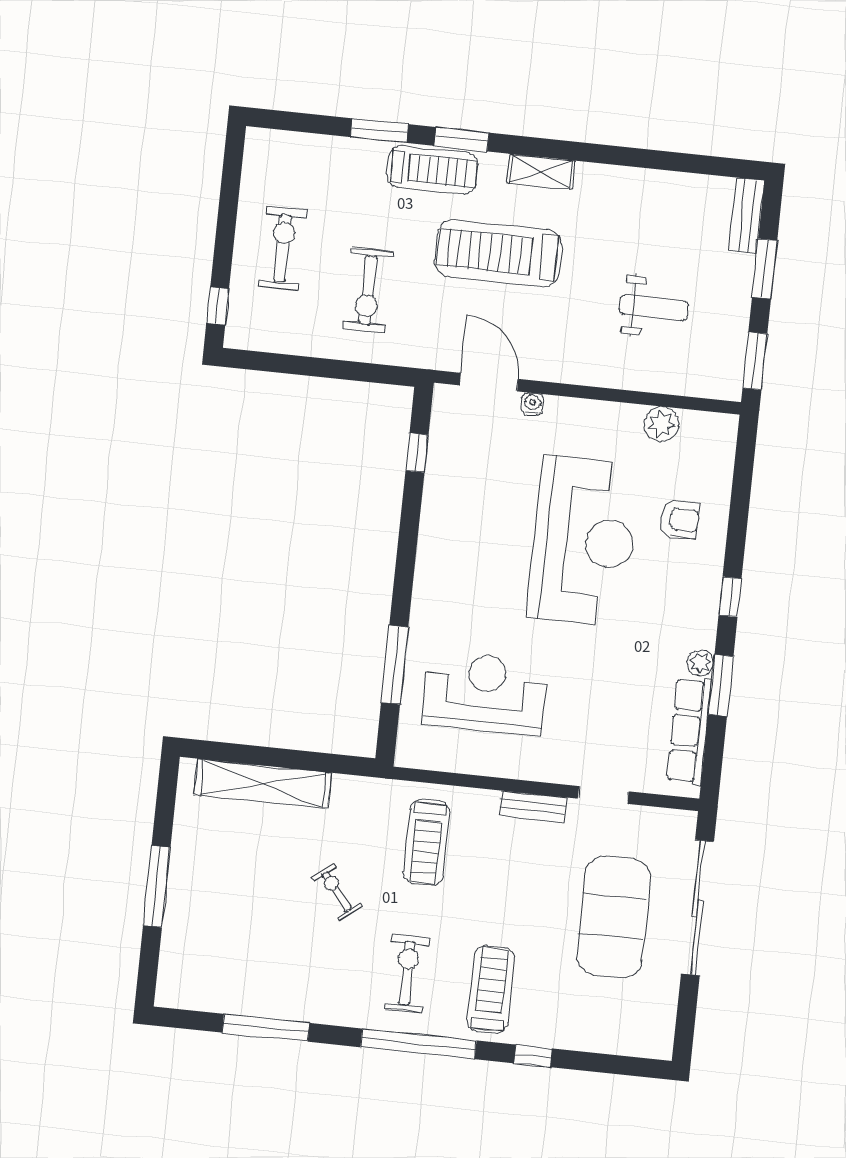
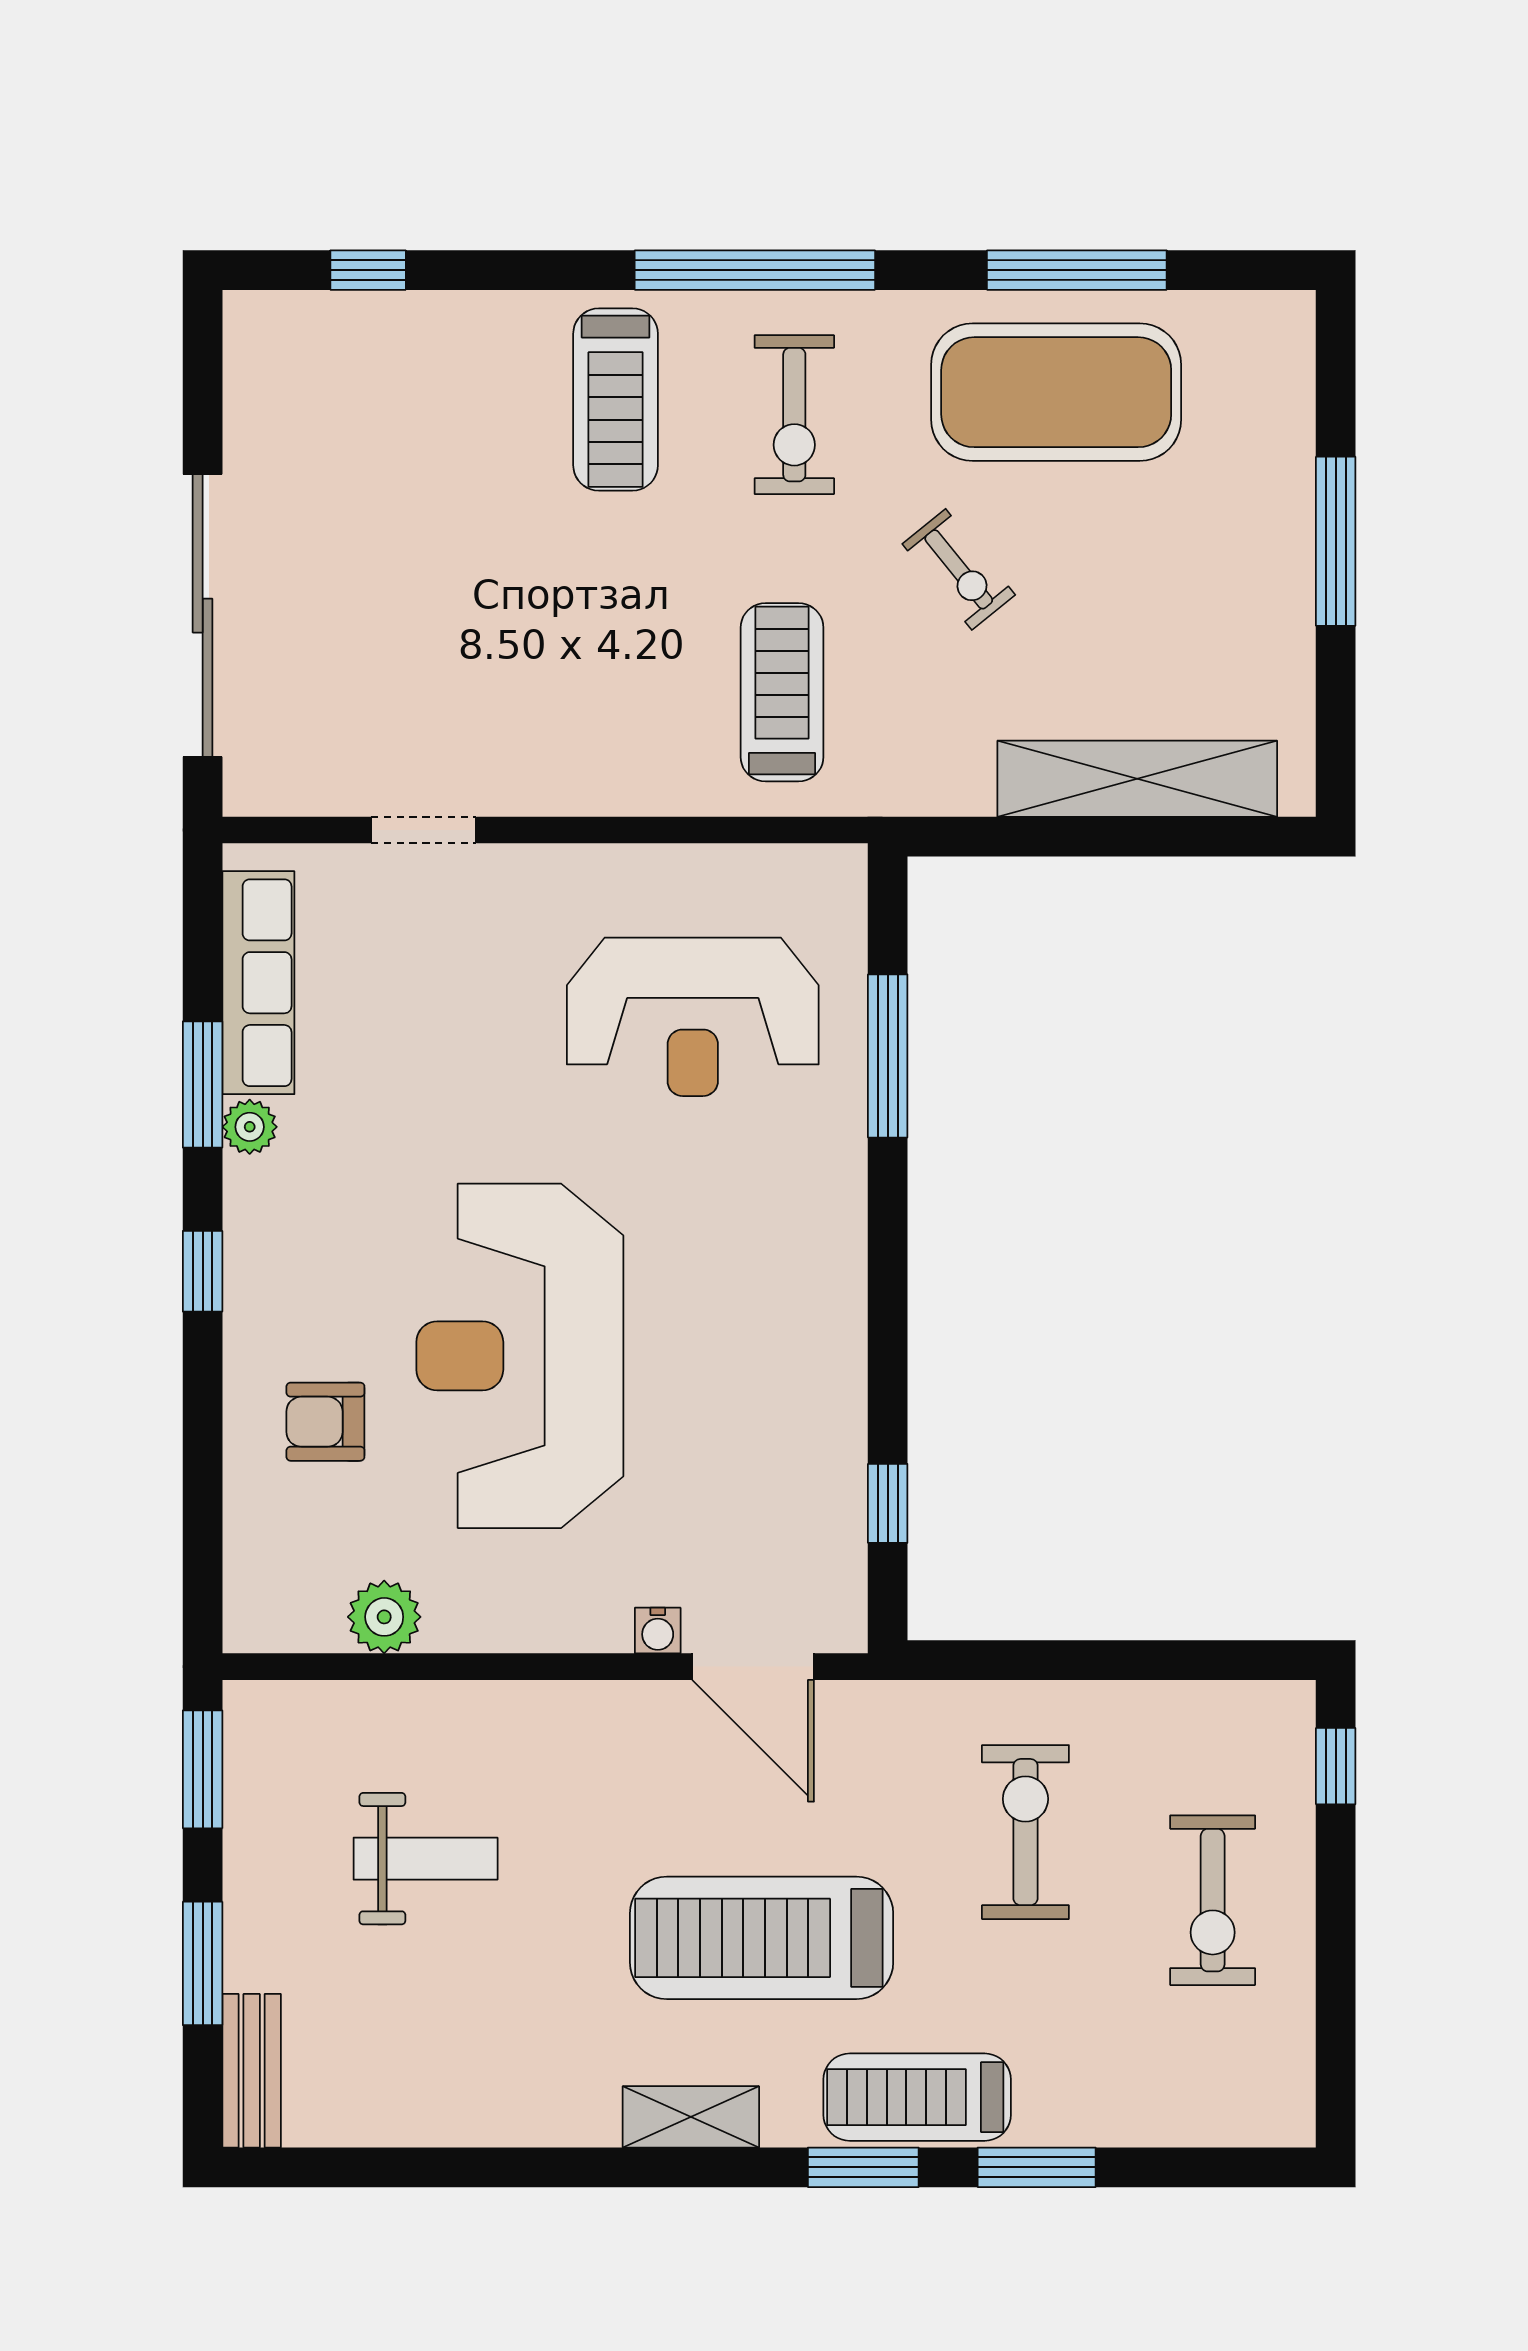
treadmill: (498, 253) -> (762, 1938), turned 180
weight bench: (654, 307) -> (426, 1859), turned 180
bench: (533, 806) -> (567, 791), removed
exercise mat: (614, 917) -> (1056, 392), moved, turned 90
window: (533, 1056) -> (368, 270), moved

